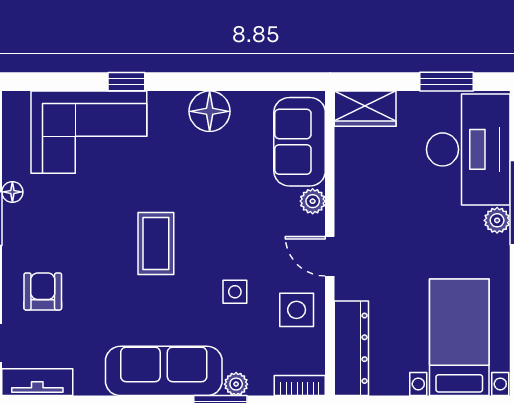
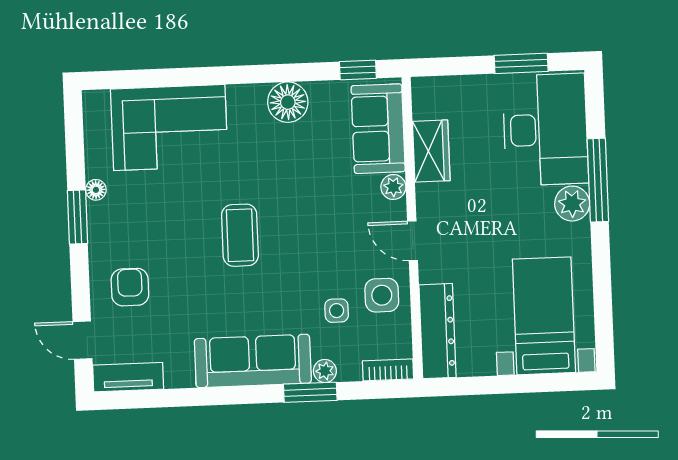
window: (126, 82) -> (358, 70), moved
wardrobe: (365, 109) -> (431, 151), moved, turned -90
plant: (497, 220) -> (572, 204), width x1.38, depth x1.38
side table: (235, 292) -> (337, 311), moved

